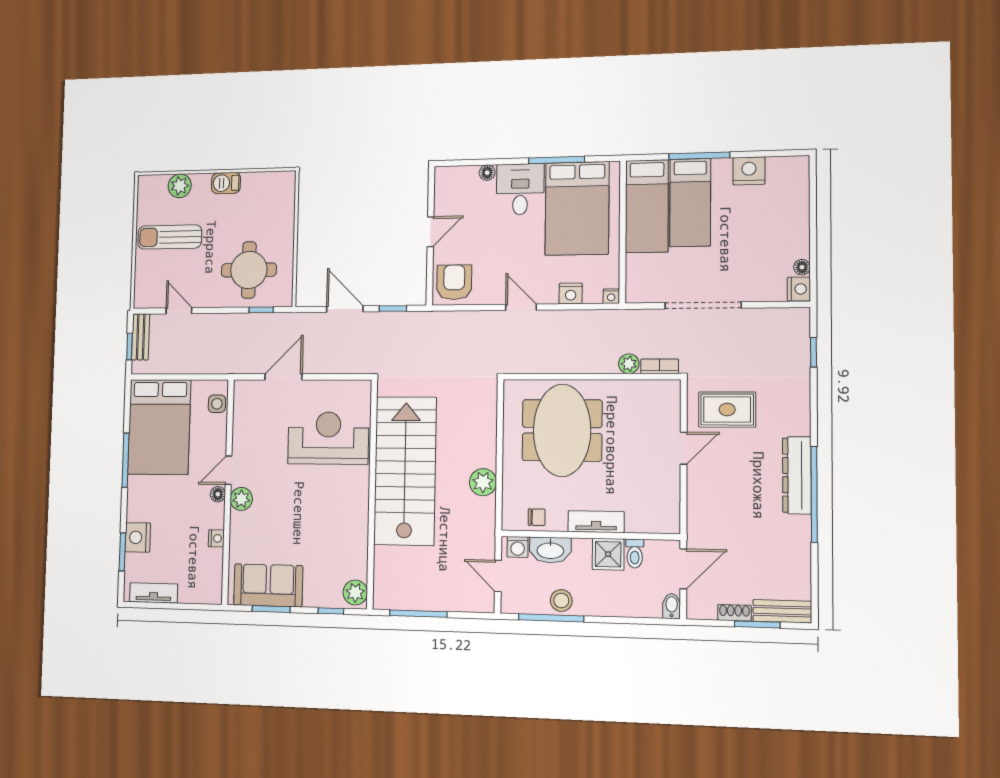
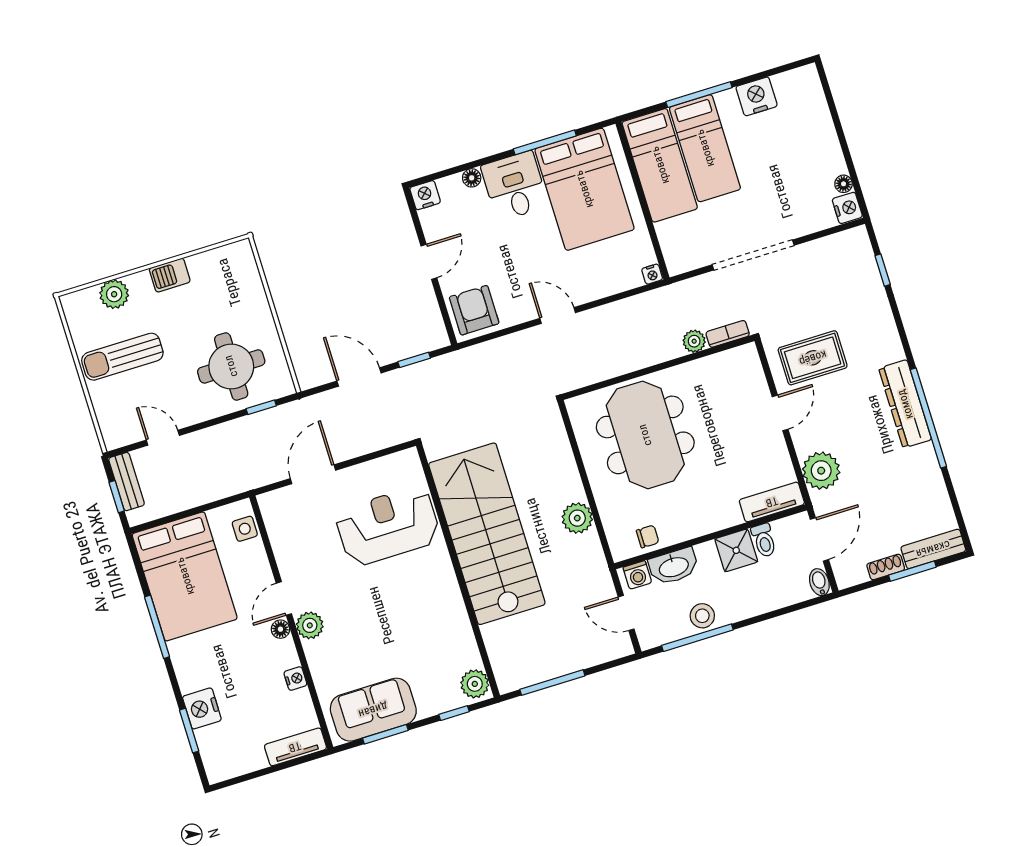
nightstand: (571, 294) -> (425, 195), moved, turned 180
plant: (704, 510) -> (821, 471), added
tv unit: (596, 522) -> (772, 502), moved
tv unit: (154, 593) -> (295, 747), moved

